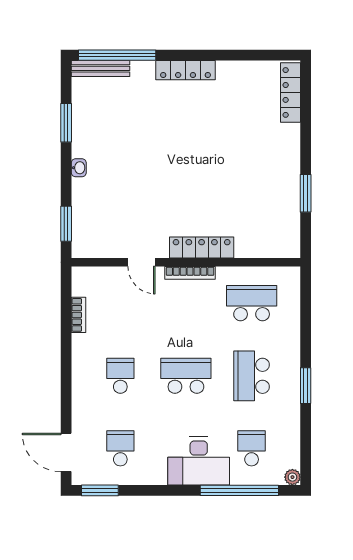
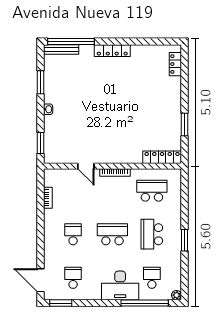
locker: (291, 92) -> (175, 64), width x0.66
locker: (202, 248) -> (162, 157), moved

